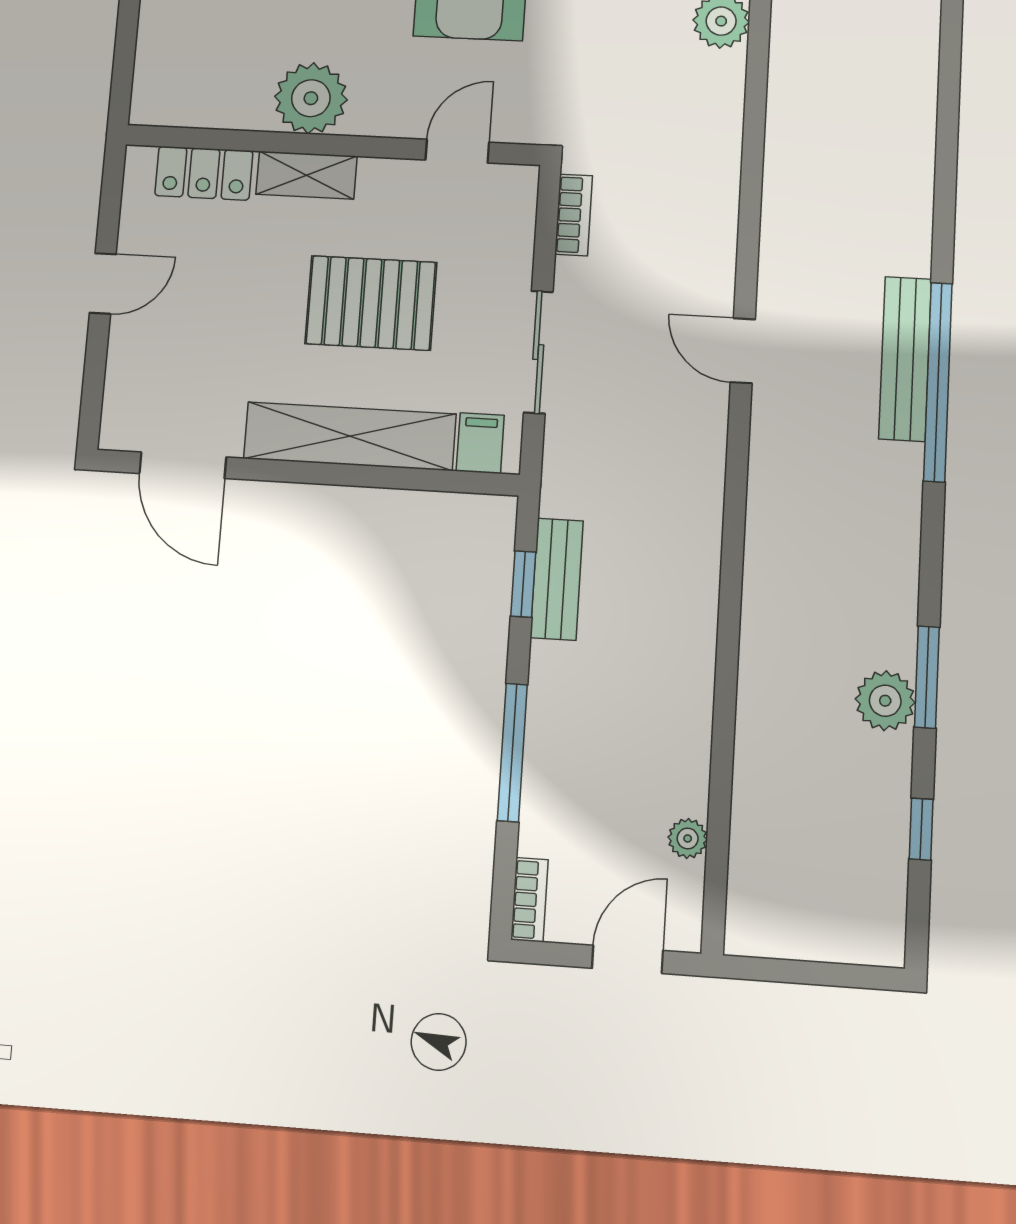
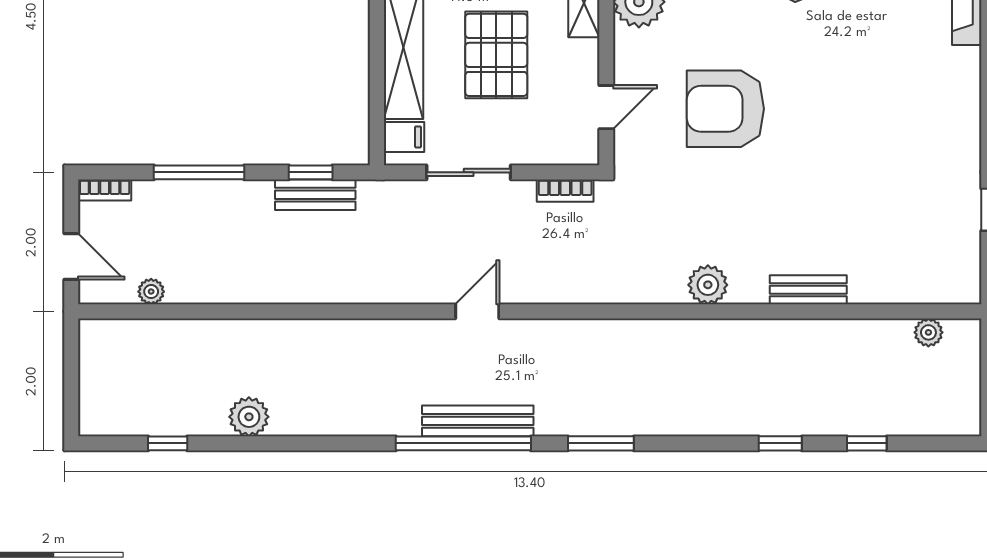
door: (457, 151) -> (606, 107), hinge flipped
window: (927, 677) -> (601, 443), moved

